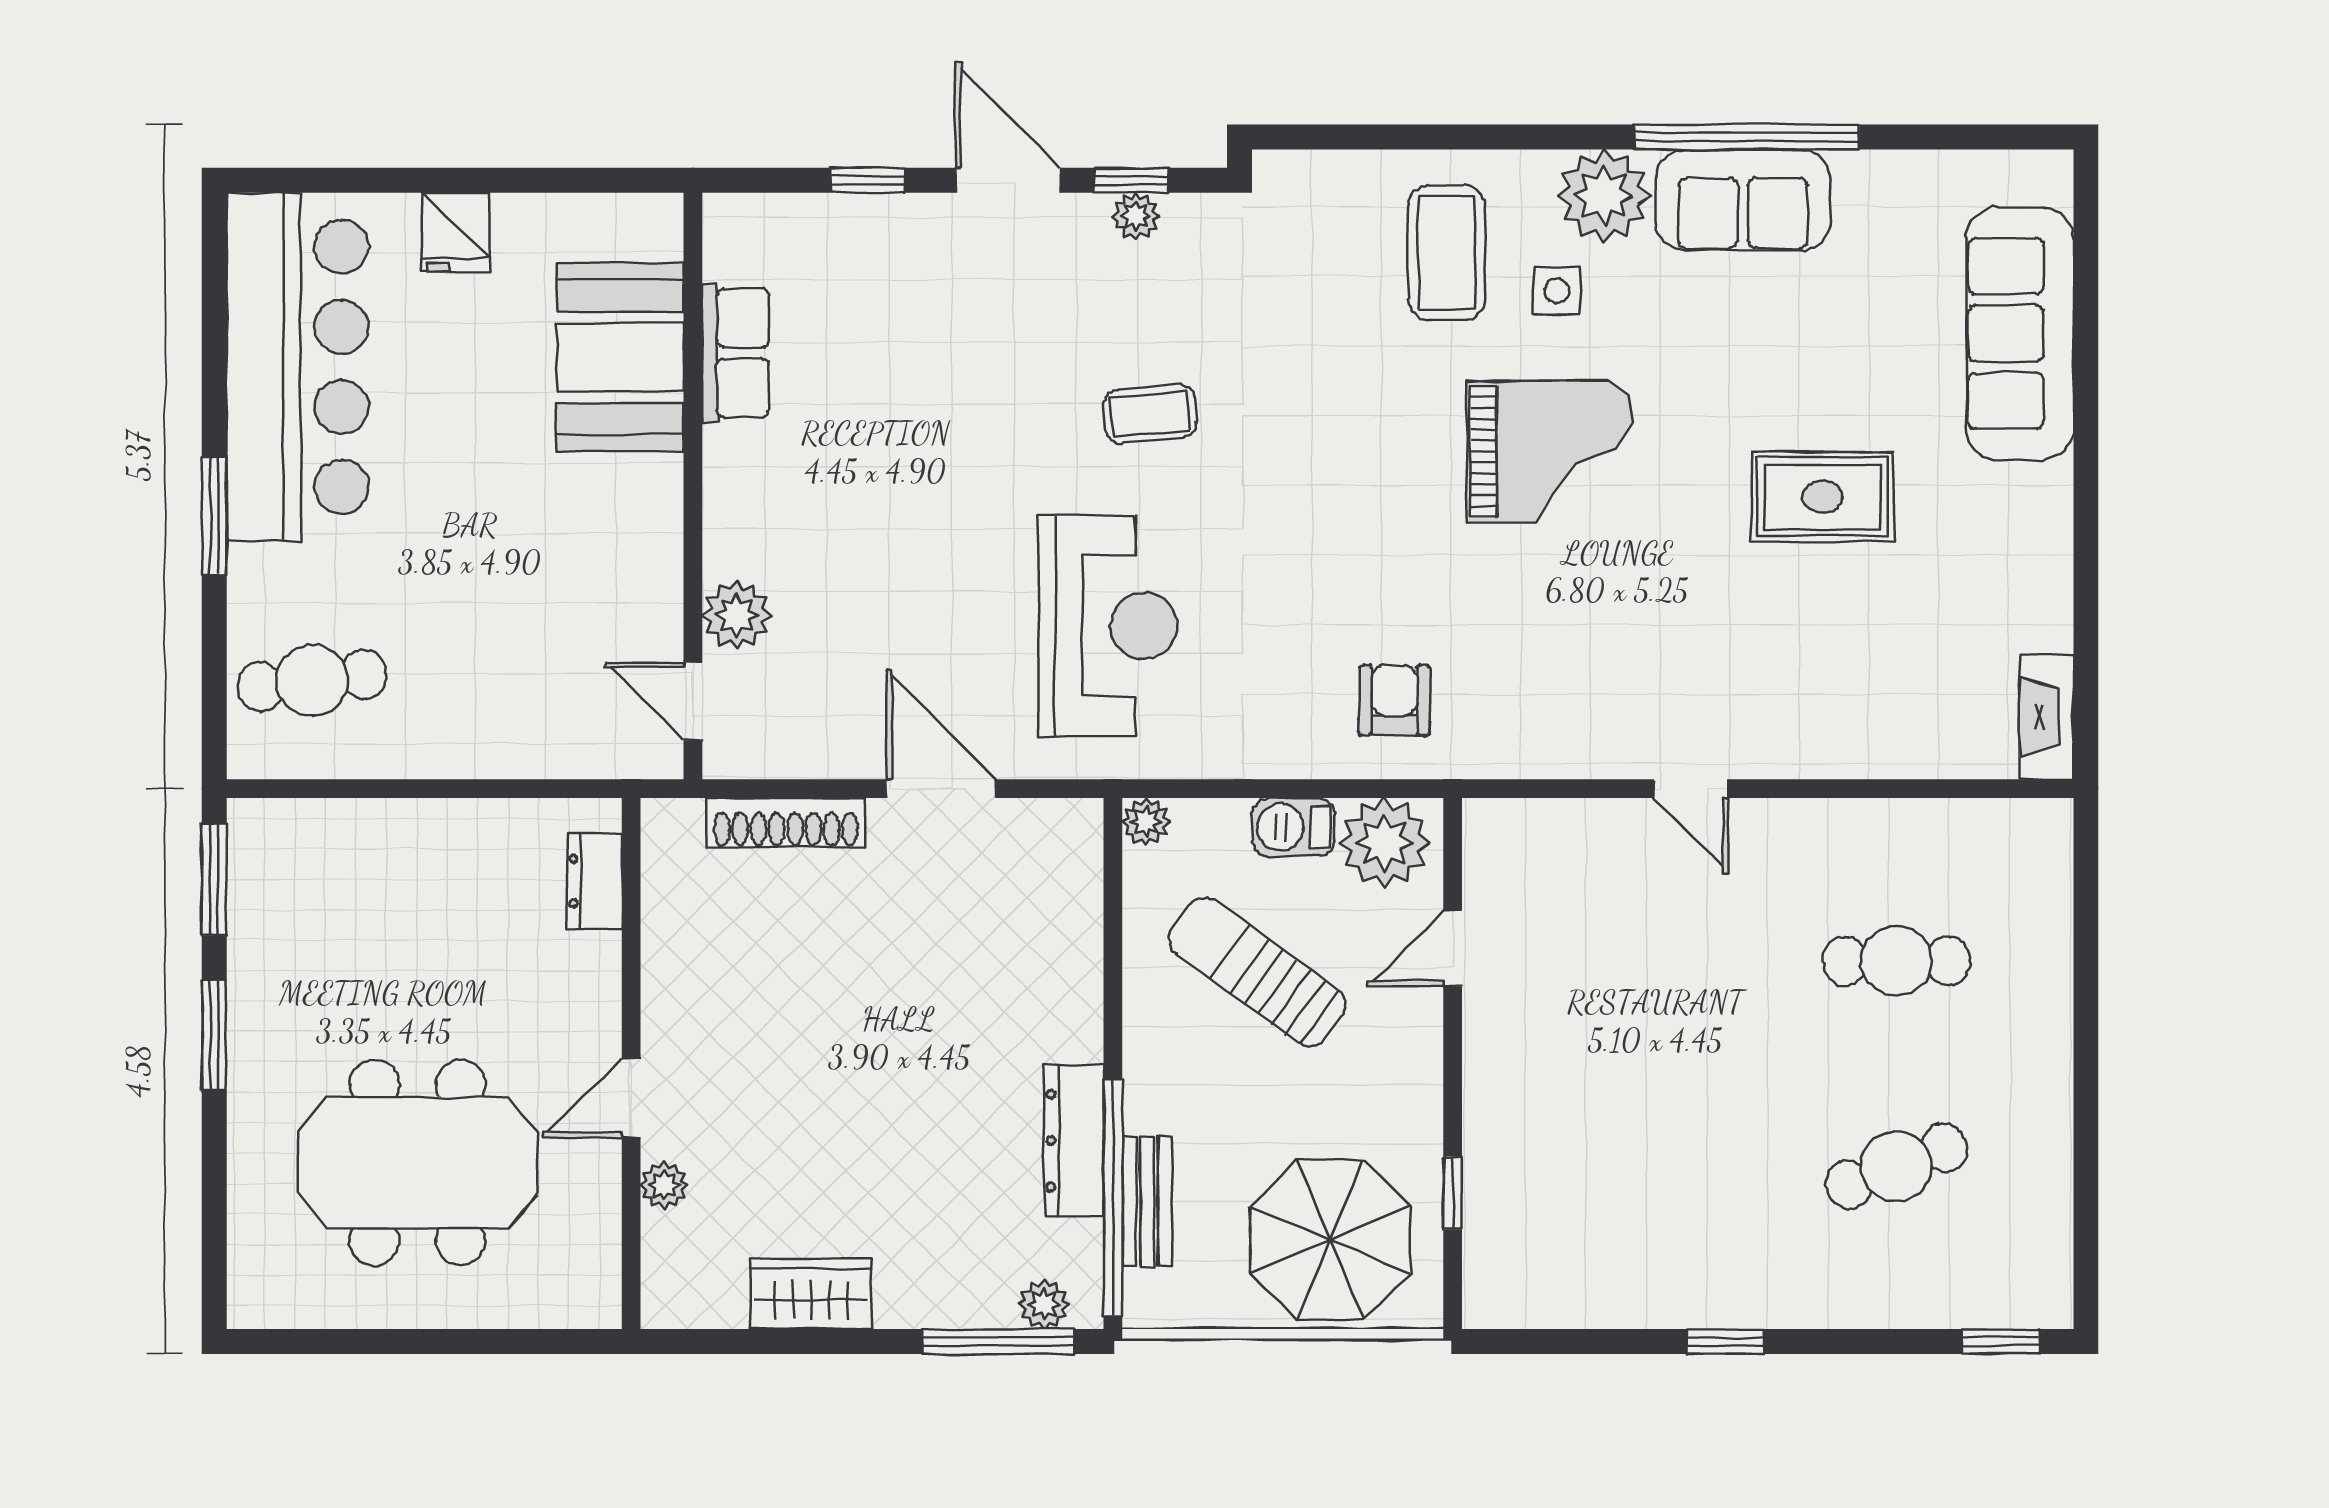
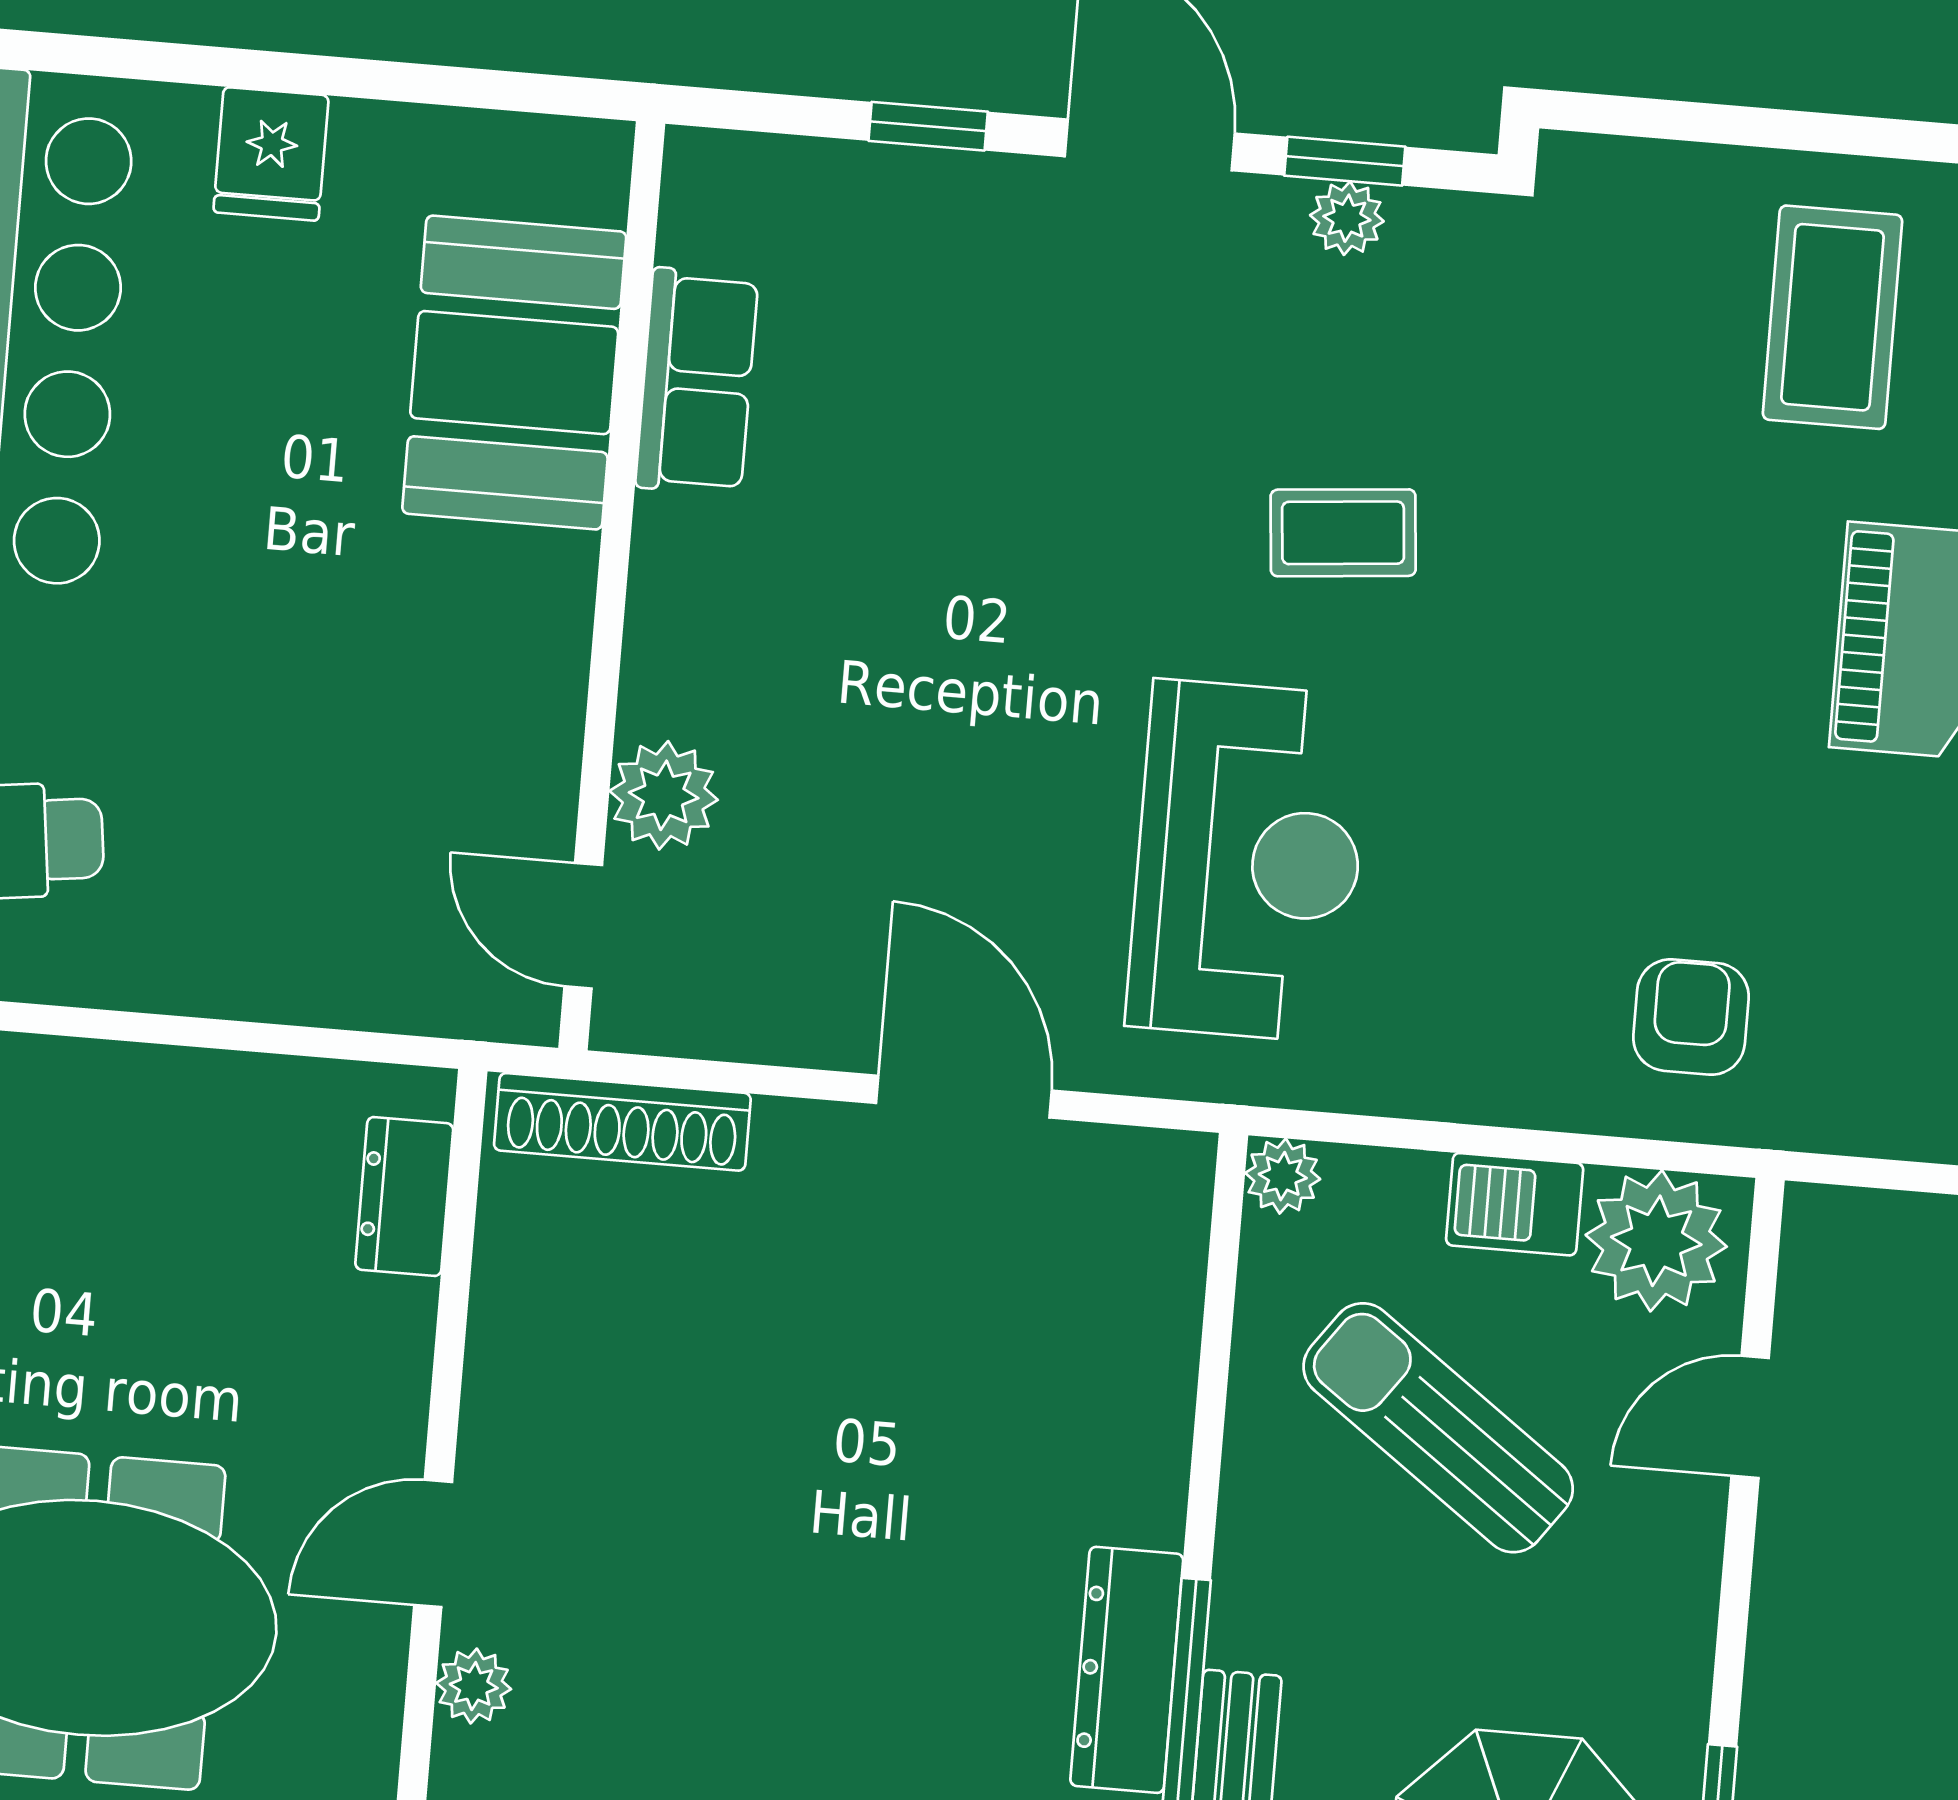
shoe rack: (786, 823) -> (622, 1122), moved

